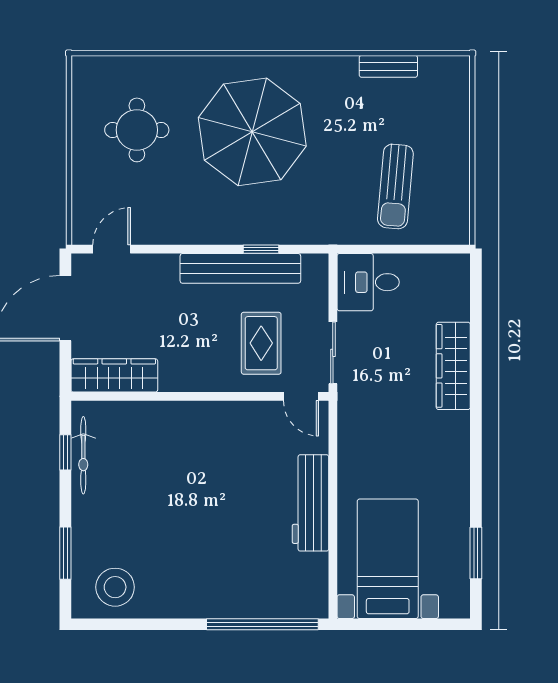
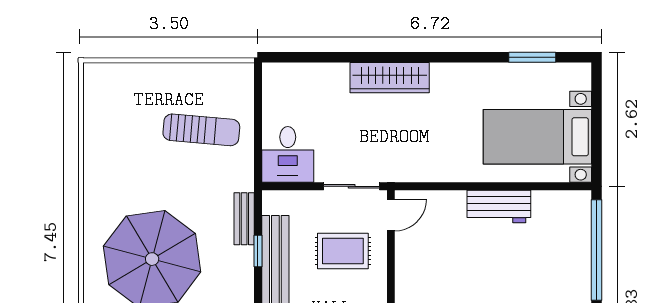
bench: (388, 66) -> (244, 219), moved
wardrobe: (453, 366) -> (390, 78), moved
workbench: (310, 503) -> (499, 206), width x0.73

